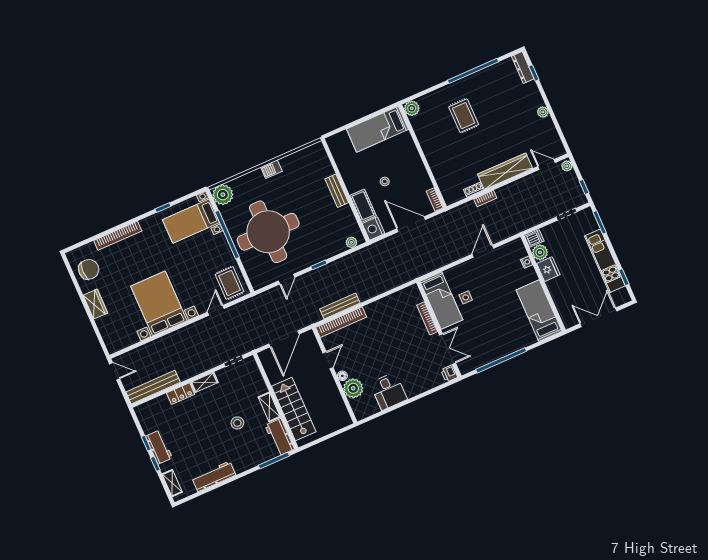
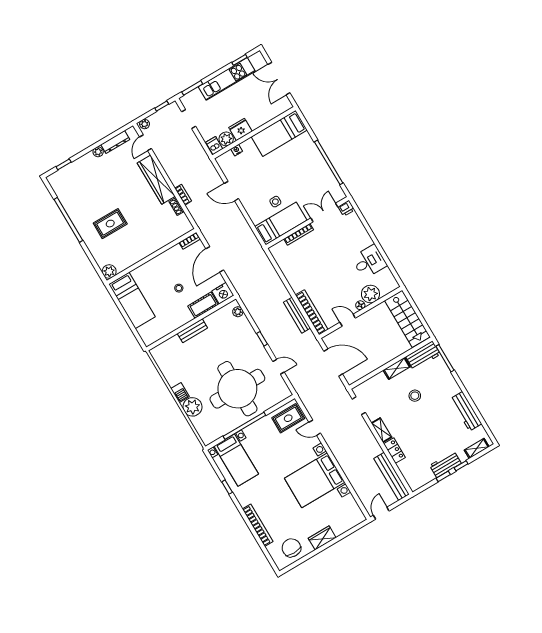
dresser: (523, 68) -> (115, 142), moved
plant: (223, 195) -> (192, 407), moved
stairs: (294, 409) -> (407, 319), moved, turned -90

